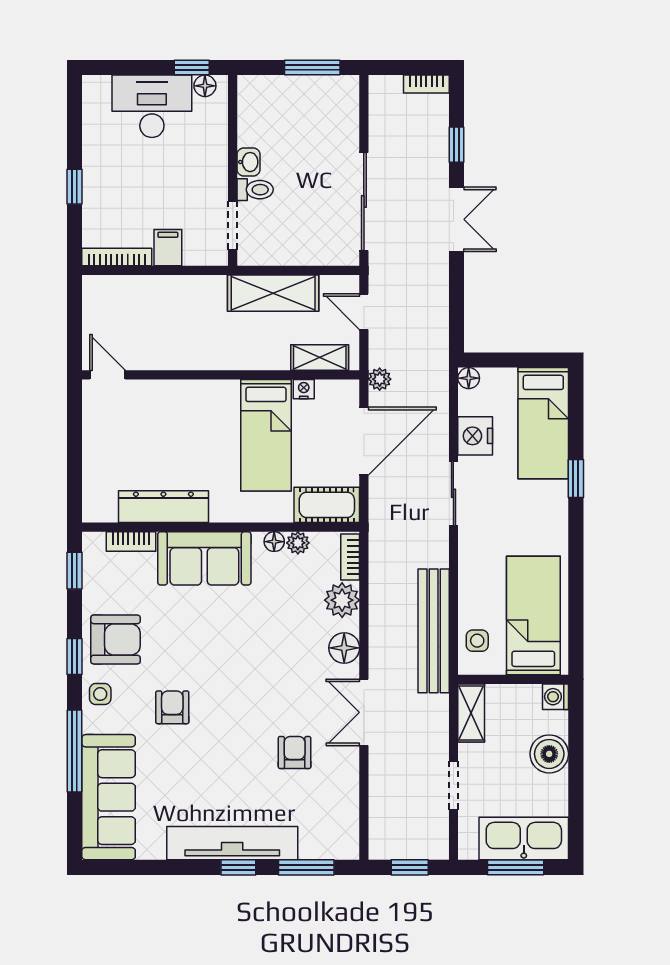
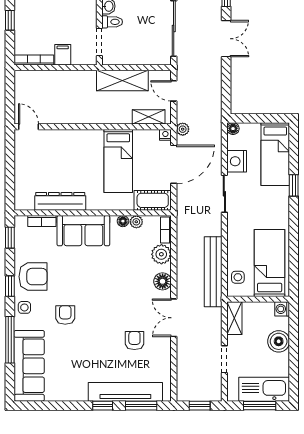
nightstand: (304, 389) -> (165, 135), moved
tv unit: (232, 843) -> (125, 392), moved

